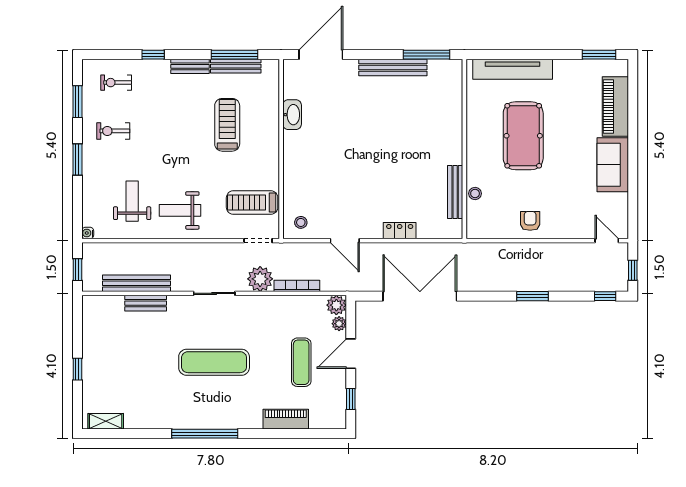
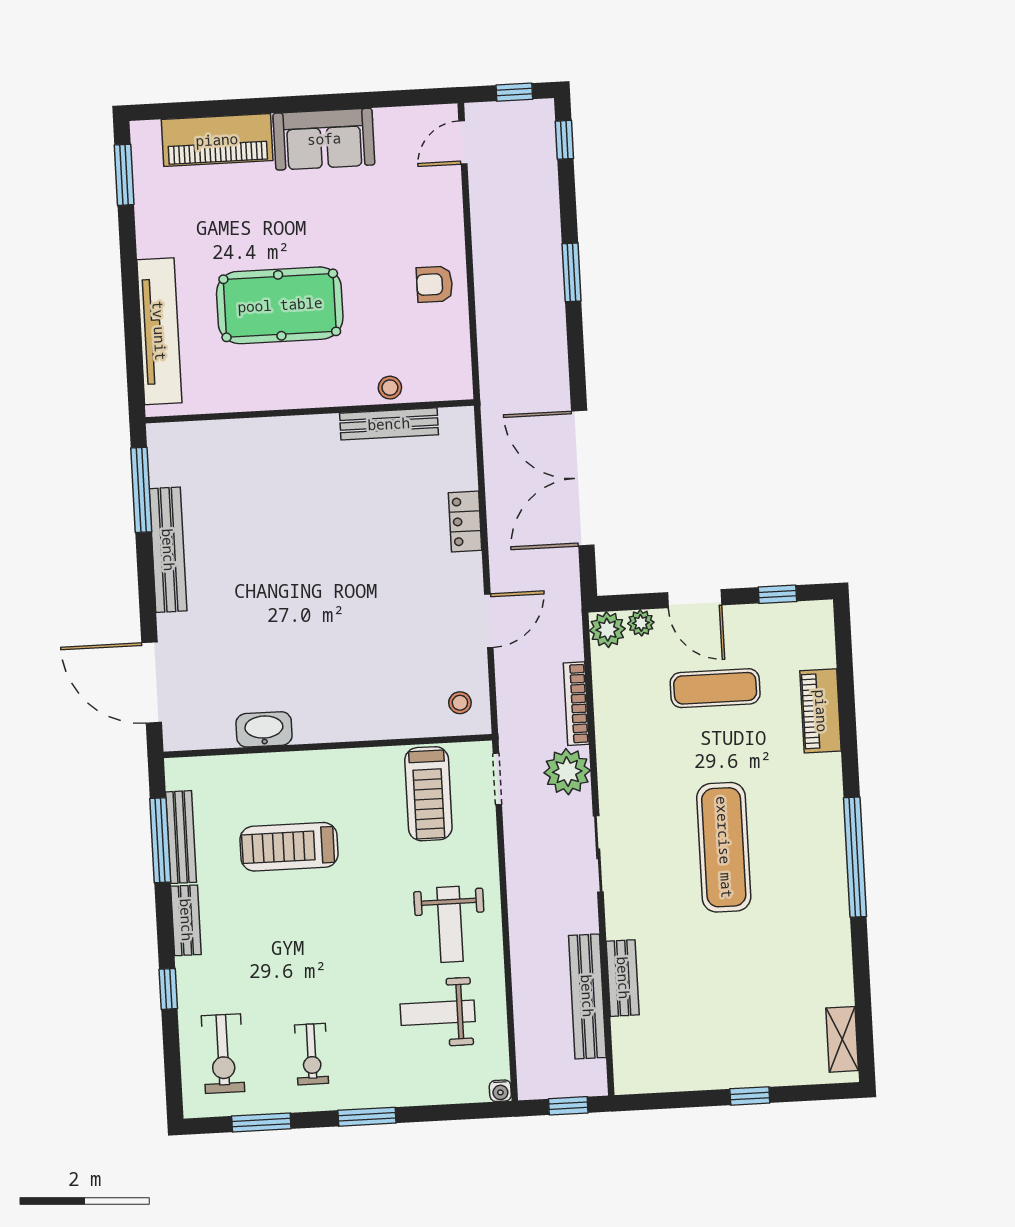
exercise bike: (116, 83) -> (223, 1054), width x1.38, depth x1.39

